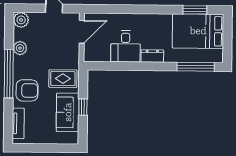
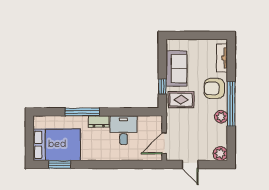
plant: (20, 48) -> (221, 117), moved
window: (196, 67) -> (82, 112), moved
window: (83, 107) -> (162, 87), moved

